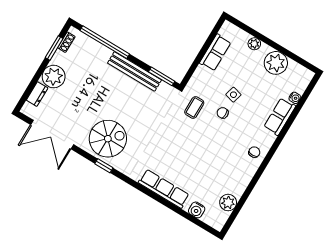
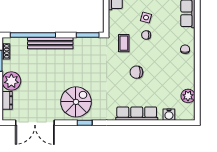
bench: (134, 71) -> (50, 43), moved
chair: (189, 146) -> (136, 72), added

